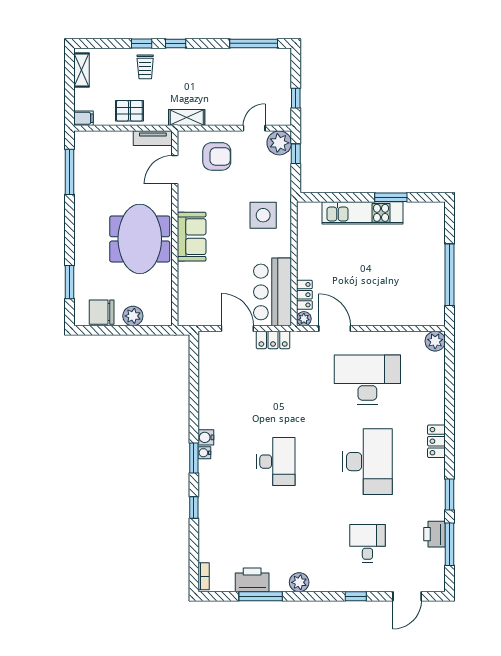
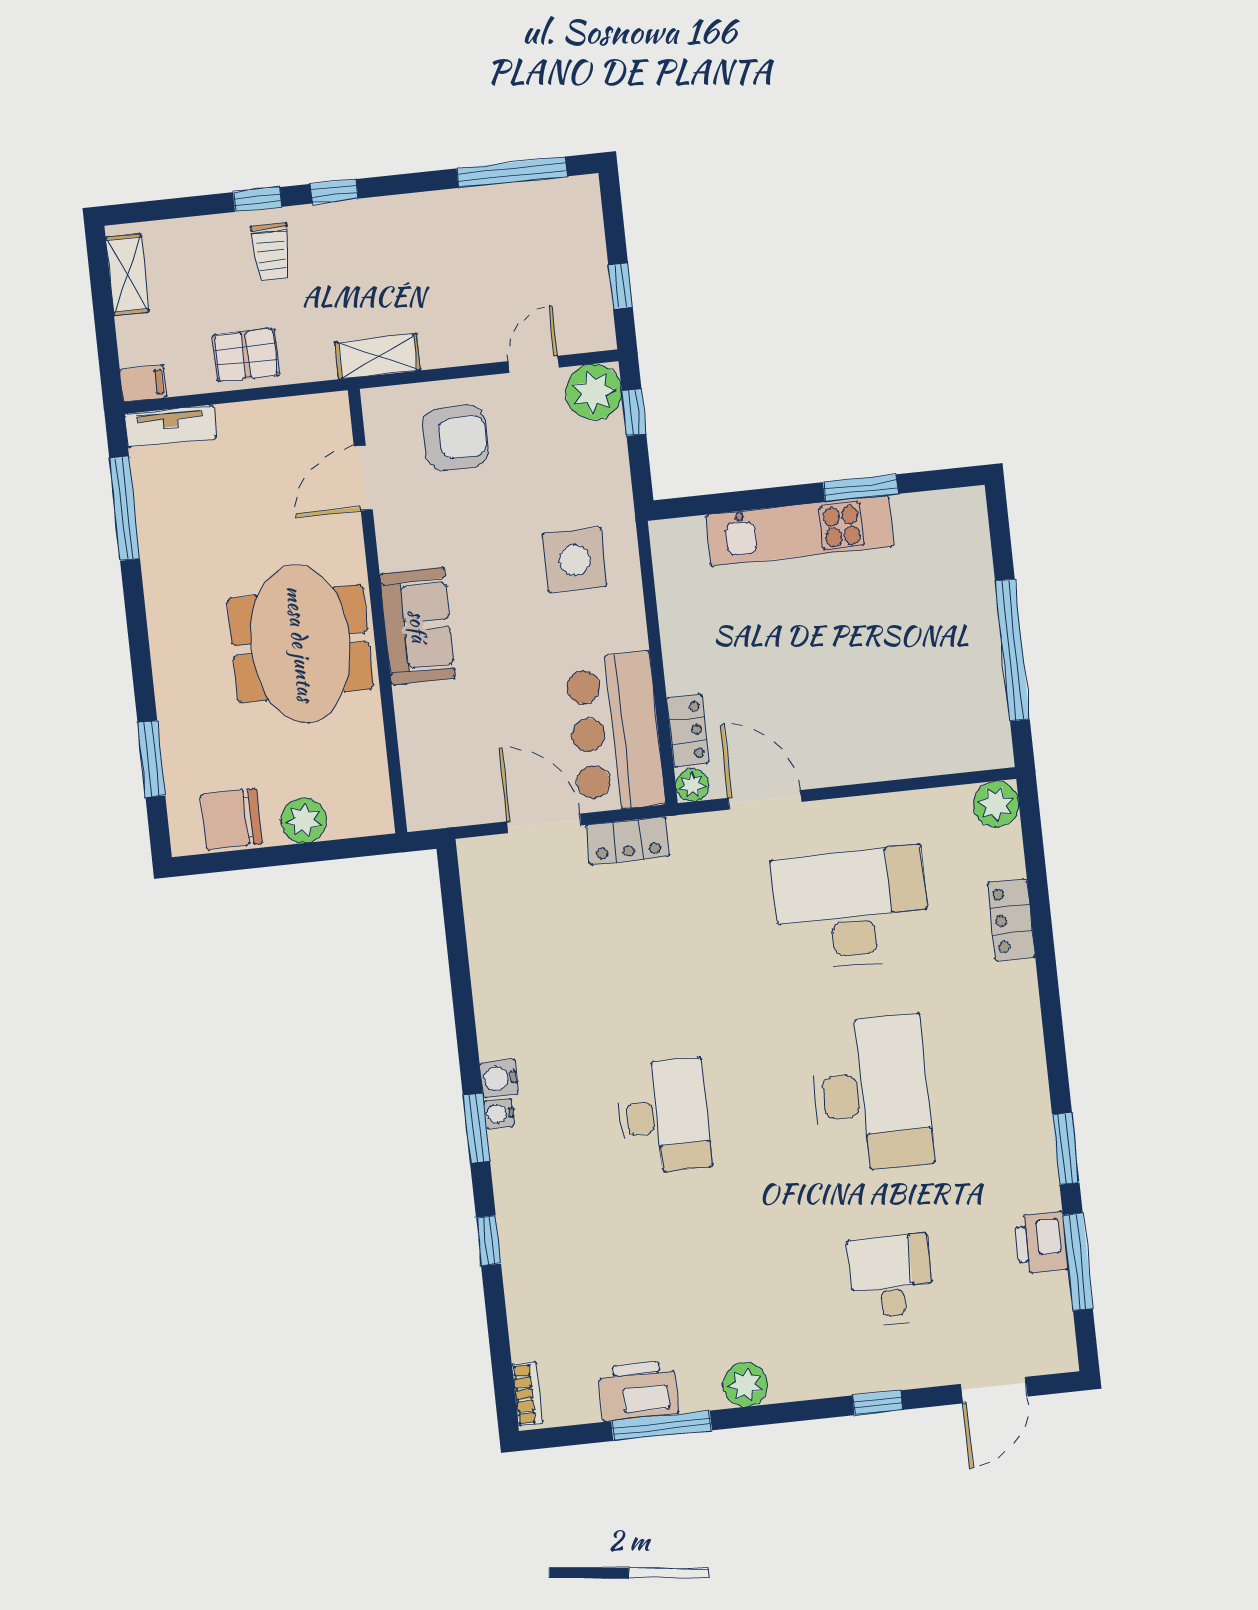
tv unit: (153, 138) -> (170, 426), moved
locker: (436, 441) -> (1011, 920), moved

